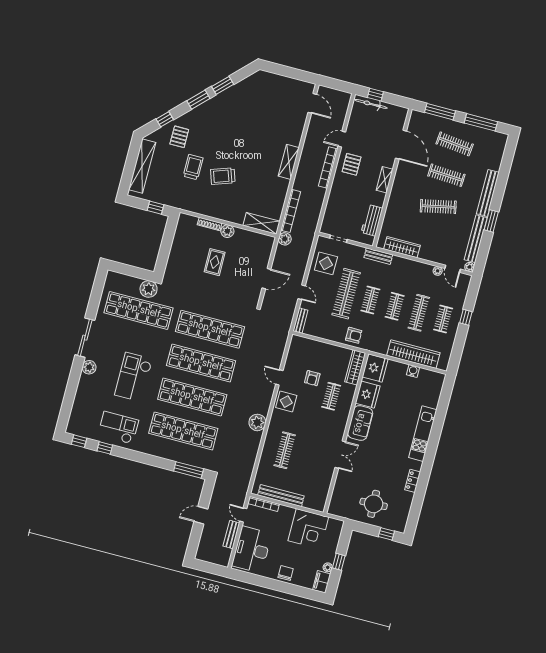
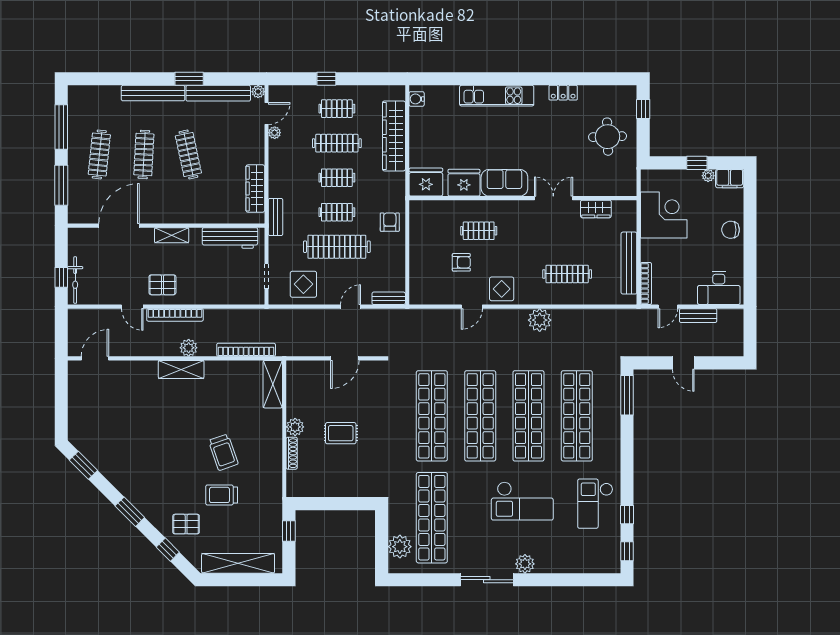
window: (223, 85) -> (83, 465), moved
workbench: (372, 220) -> (230, 238), width x1.38
plant: (285, 239) -> (189, 348), moved
door: (266, 279) -> (345, 358), swing flipped
plant: (149, 289) -> (400, 547), moved
wardrobe: (355, 367) -> (596, 209), moved, width x0.67
water cooler: (413, 371) -> (417, 99), moved
desk: (252, 550) -> (719, 288), width x0.73, depth x0.77

